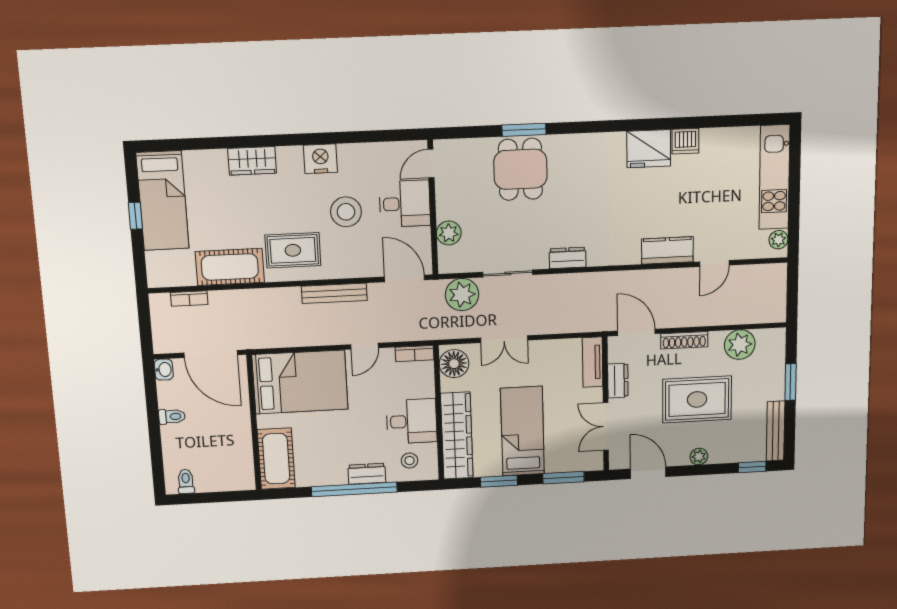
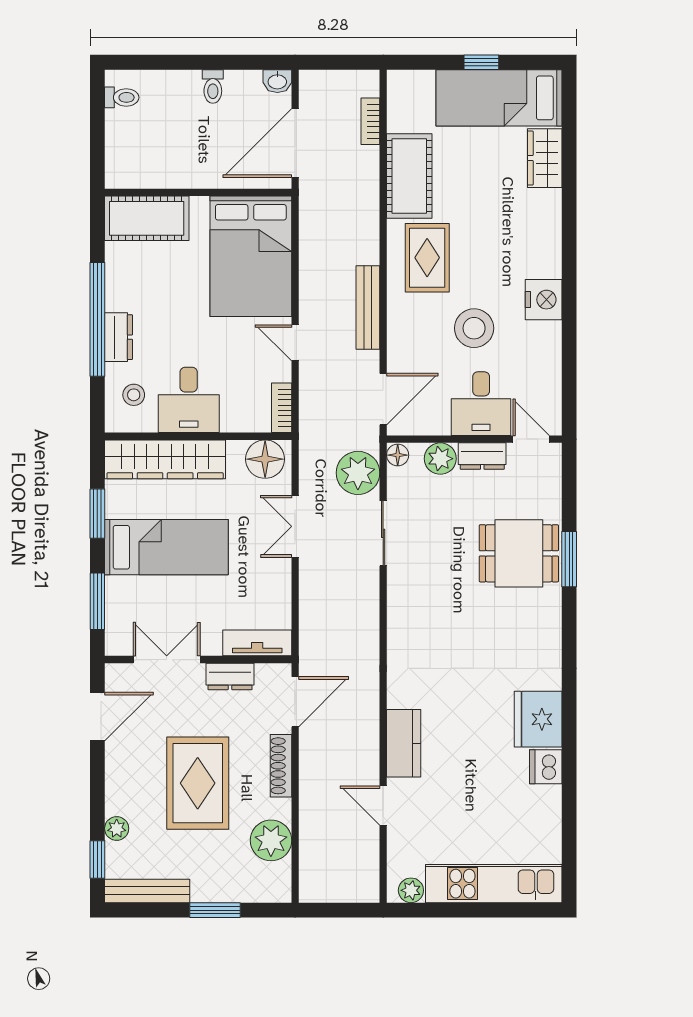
wardrobe: (252, 161) -> (545, 158), moved
dresser: (568, 258) -> (482, 456), moved, turned 90
floor lamp: (447, 265) -> (398, 455), added
plant: (699, 457) -> (117, 828), moved

